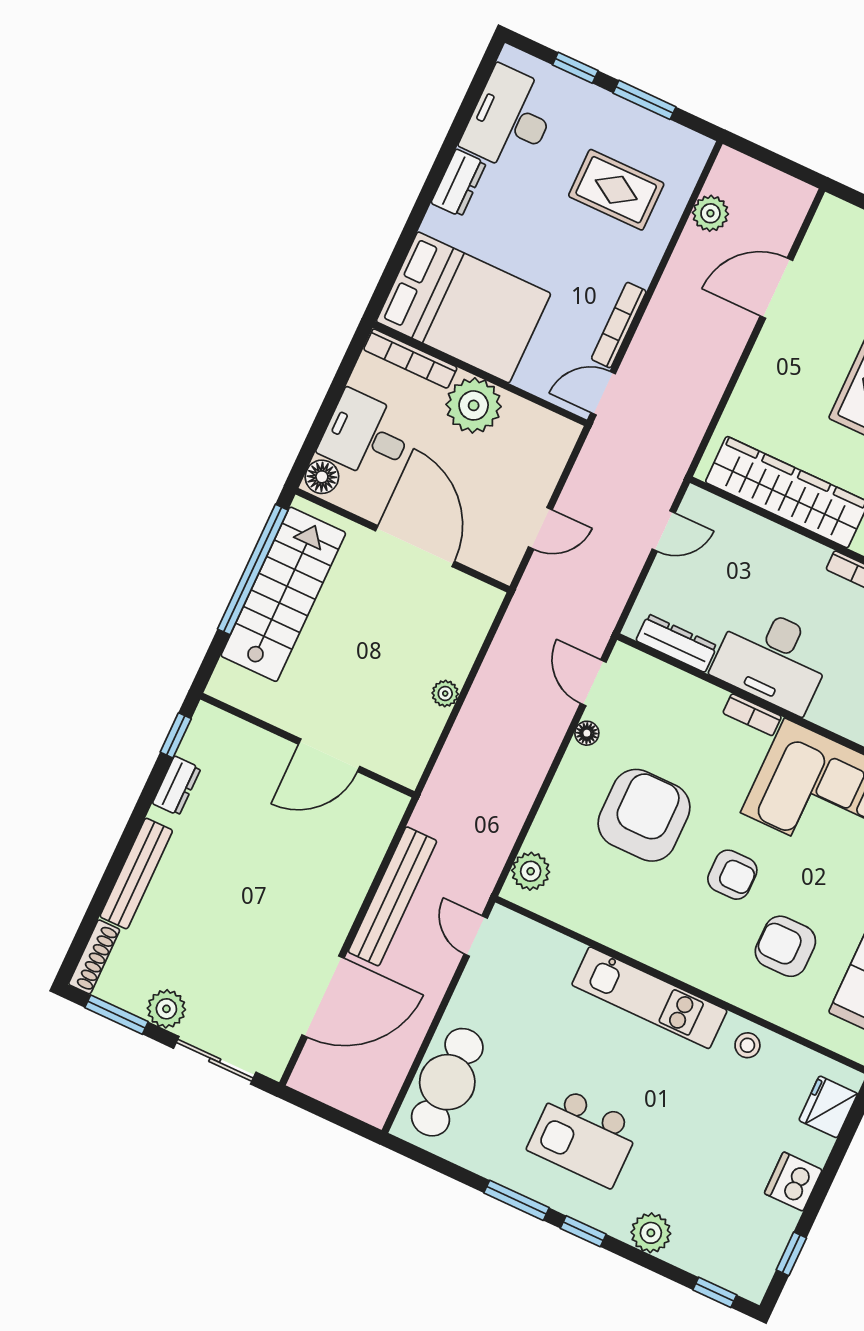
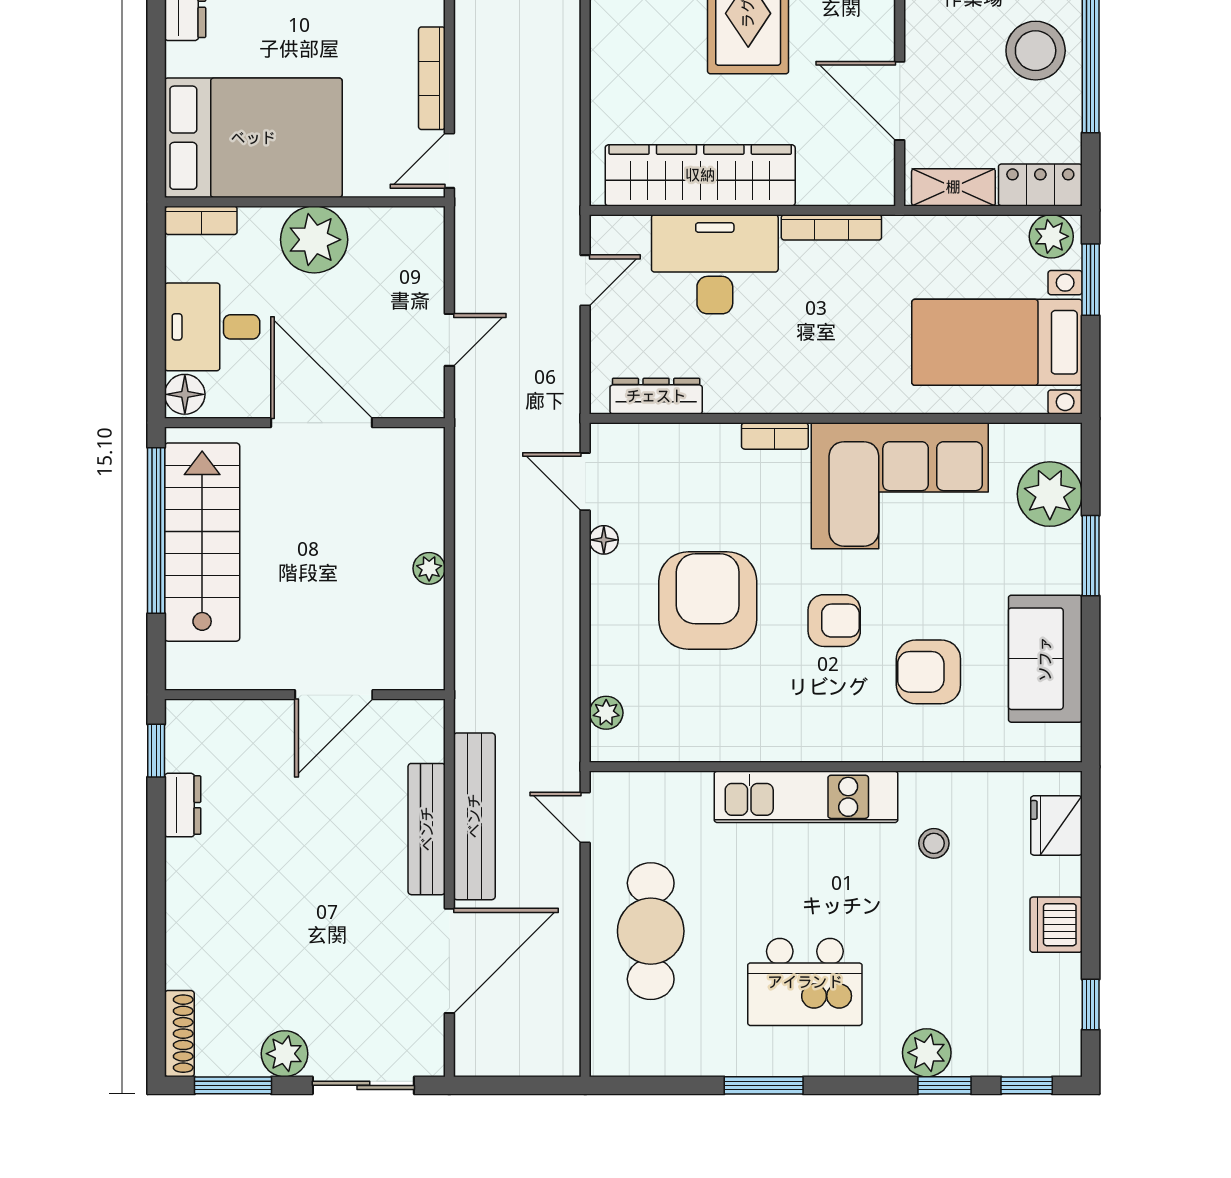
bookcase: (410, 359) -> (201, 220), width x0.64
desk: (773, 659) -> (715, 264), moved, turned 180
plant: (531, 871) -> (606, 713), width x0.73, depth x0.73
bench: (136, 874) -> (427, 829), moved
stool: (747, 1045) -> (934, 843), moved
cafe table: (447, 1082) -> (651, 931), moved
window: (583, 1231) -> (945, 1085), moved

